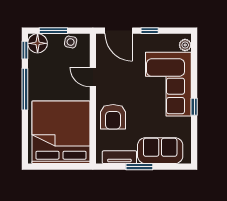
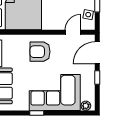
door: (93, 77) -> (73, 32), moved
armchair: (113, 117) -> (40, 52), moved

